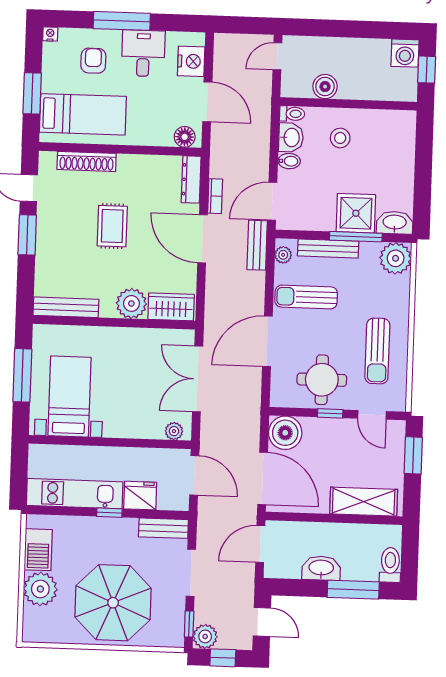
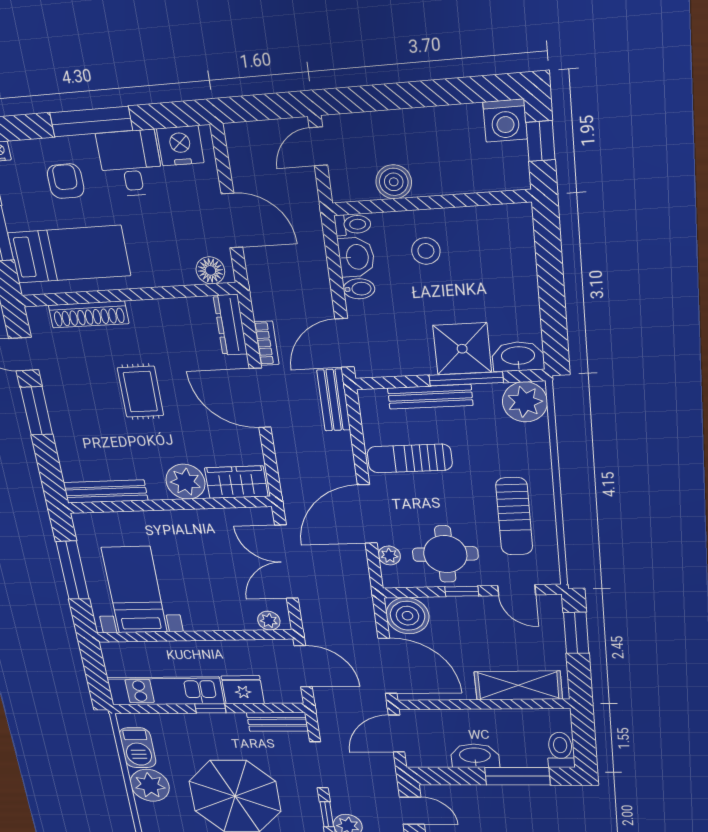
nightstand: (191, 61) -> (180, 146), moved, turned -90
plant: (283, 255) -> (389, 556), moved

